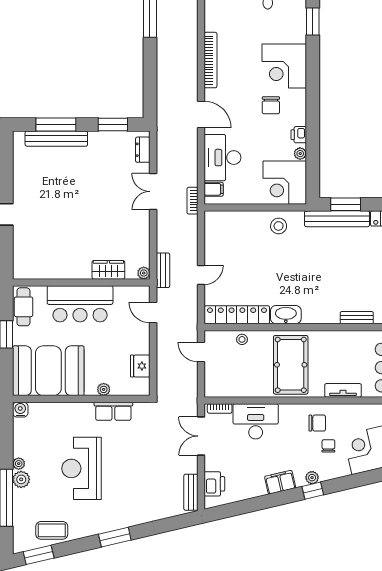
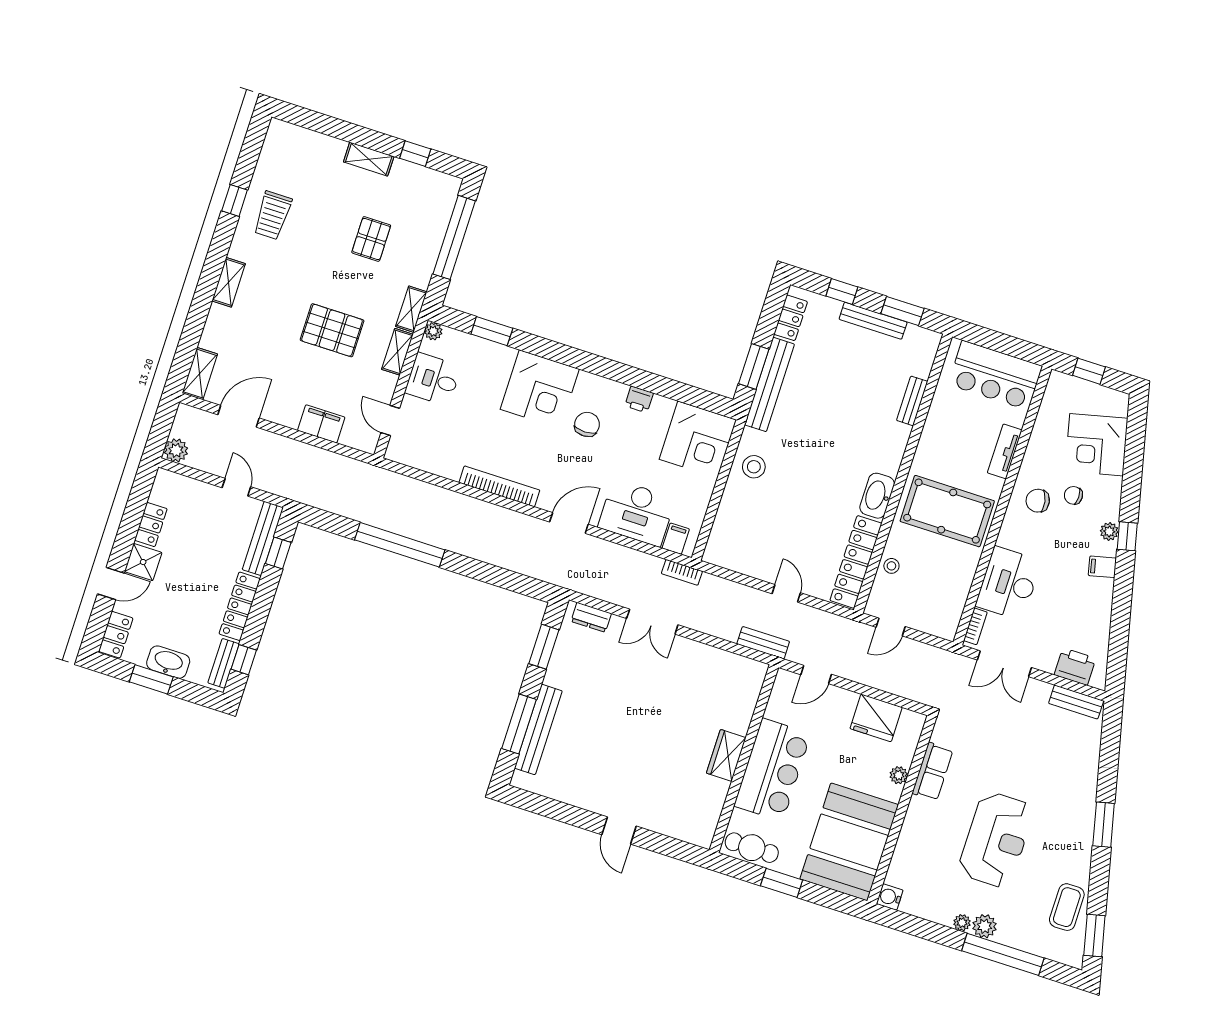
chair: (271, 105) -> (587, 424), turned -90
plant: (300, 154) -> (665, 406), removed
wardrobe: (108, 270) -> (726, 755), moved
plant: (144, 273) -> (759, 670), removed
fridge: (140, 366) -> (876, 718), width x1.36, depth x1.34
chair: (317, 423) -> (1038, 501), turned -101
reception desk: (82, 468) -> (996, 840), turned -90
filing cabinet: (280, 482) -> (1102, 567), width x0.50

